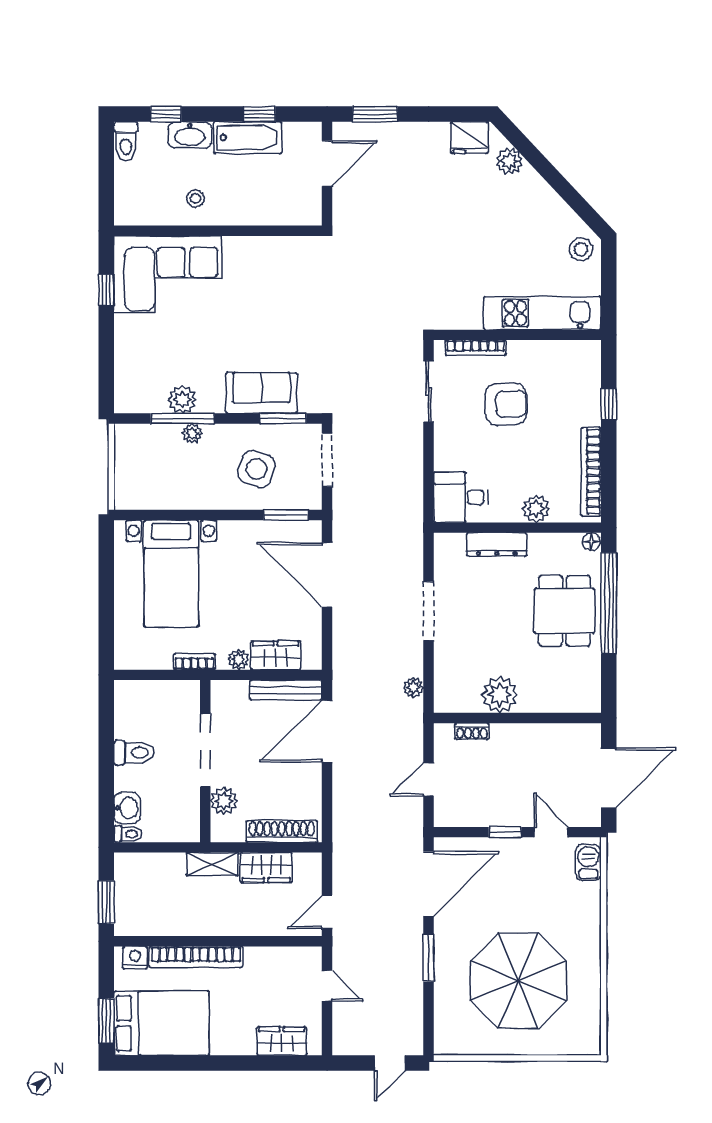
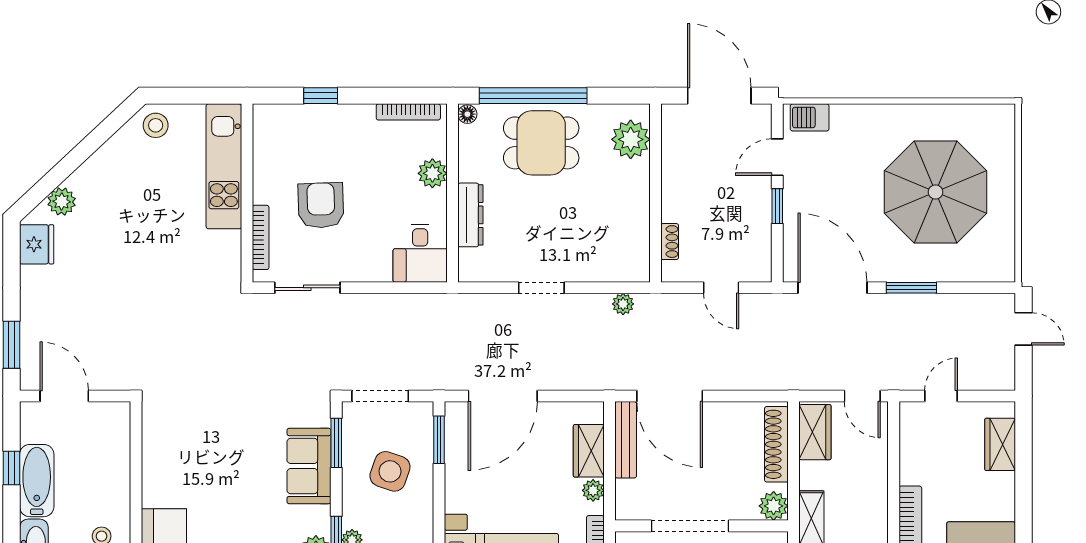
bookcase: (591, 472) -> (408, 112), width x0.68, depth x0.76
doorway: (429, 611) -> (541, 288), width x0.73
plant: (500, 695) -> (631, 139), moved
plant: (224, 801) -> (774, 506), moved
wardrobe: (266, 868) -> (815, 432), moved

